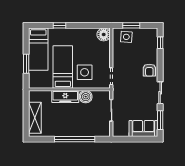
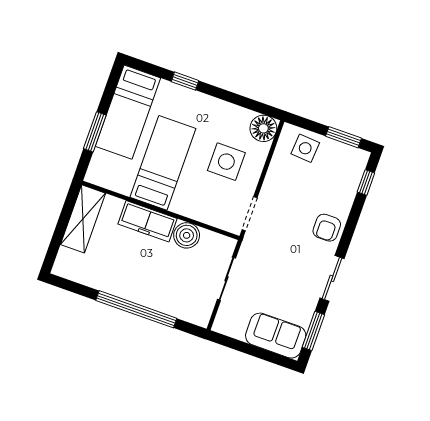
window: (131, 25) -> (343, 137), moved
side table: (85, 72) -> (226, 162), moved
shelving: (35, 118) -> (83, 219), moved

